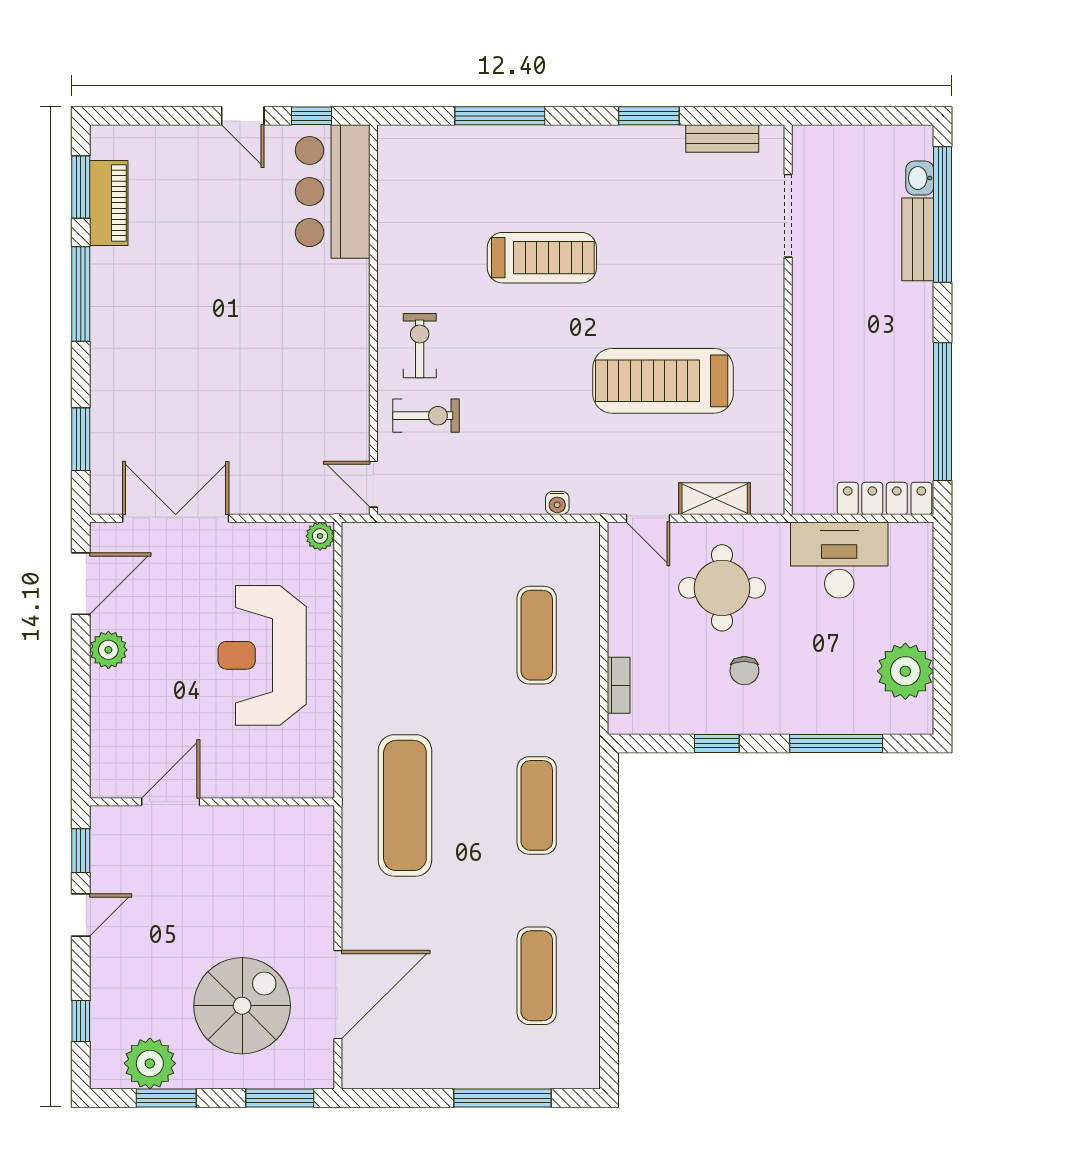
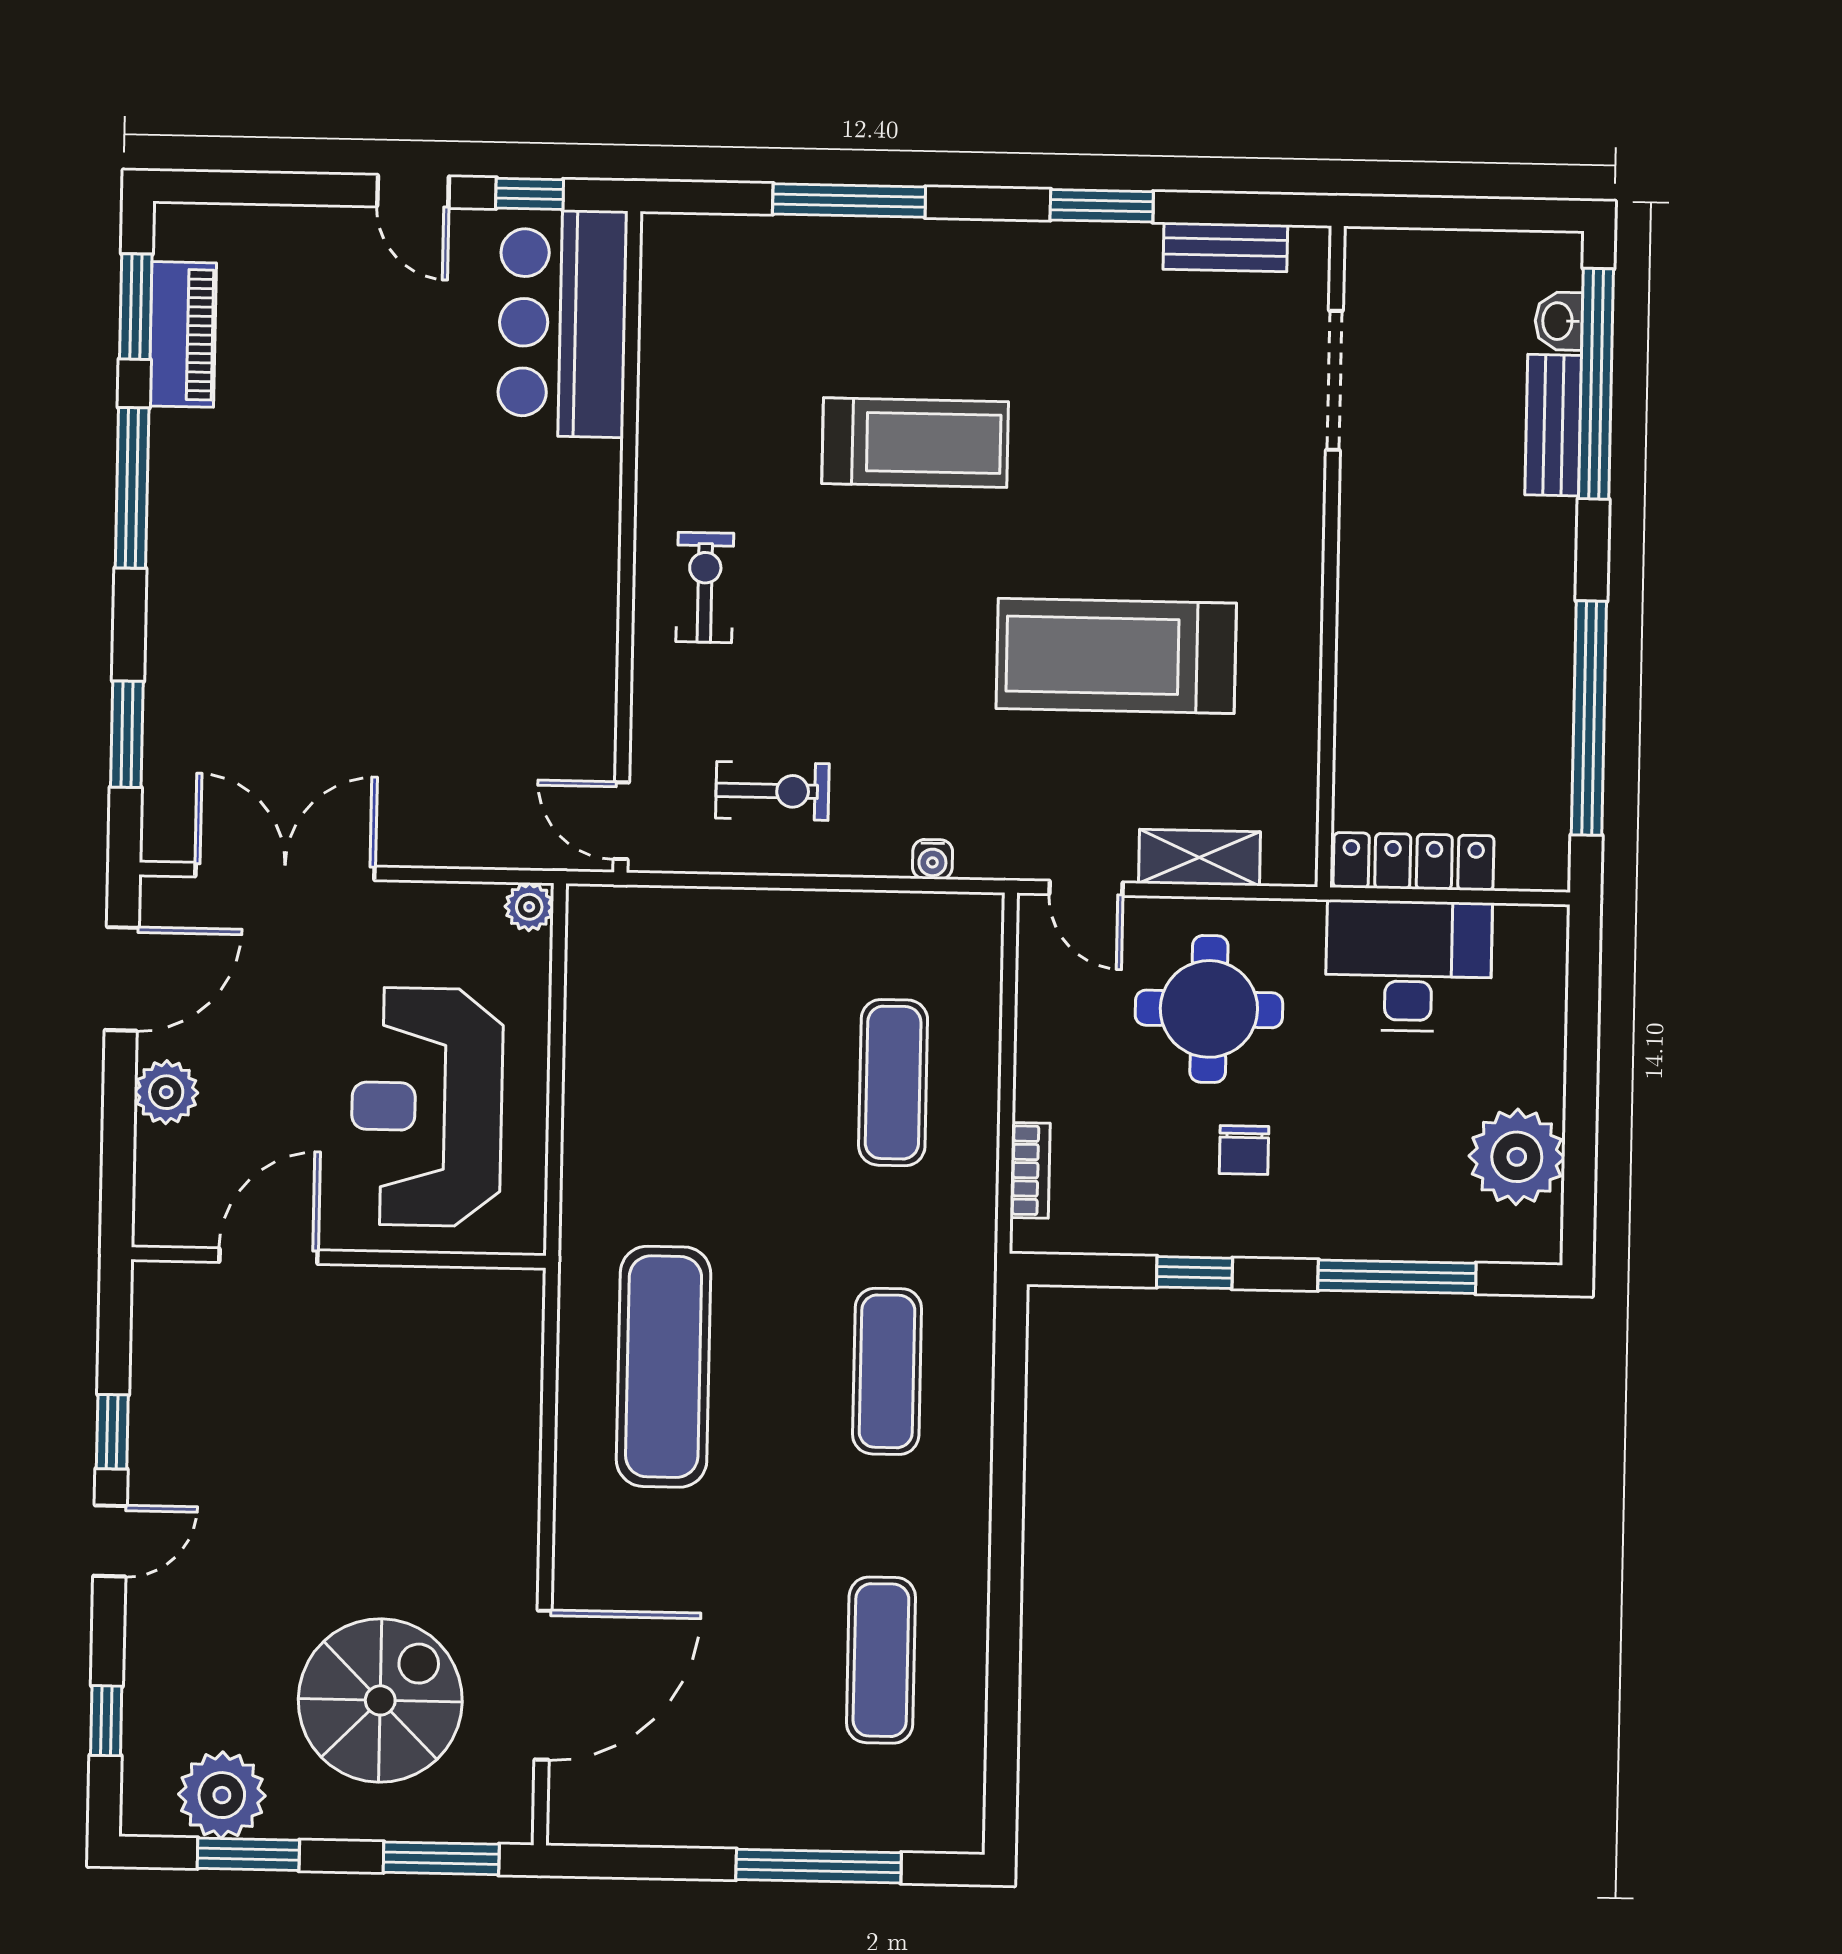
exercise bike: (426, 416) -> (772, 791), moved
locker: (885, 498) -> (1413, 862), moved
door: (171, 802) -> (268, 1256), moved
wall: (212, 802) -> (338, 1258), moved

